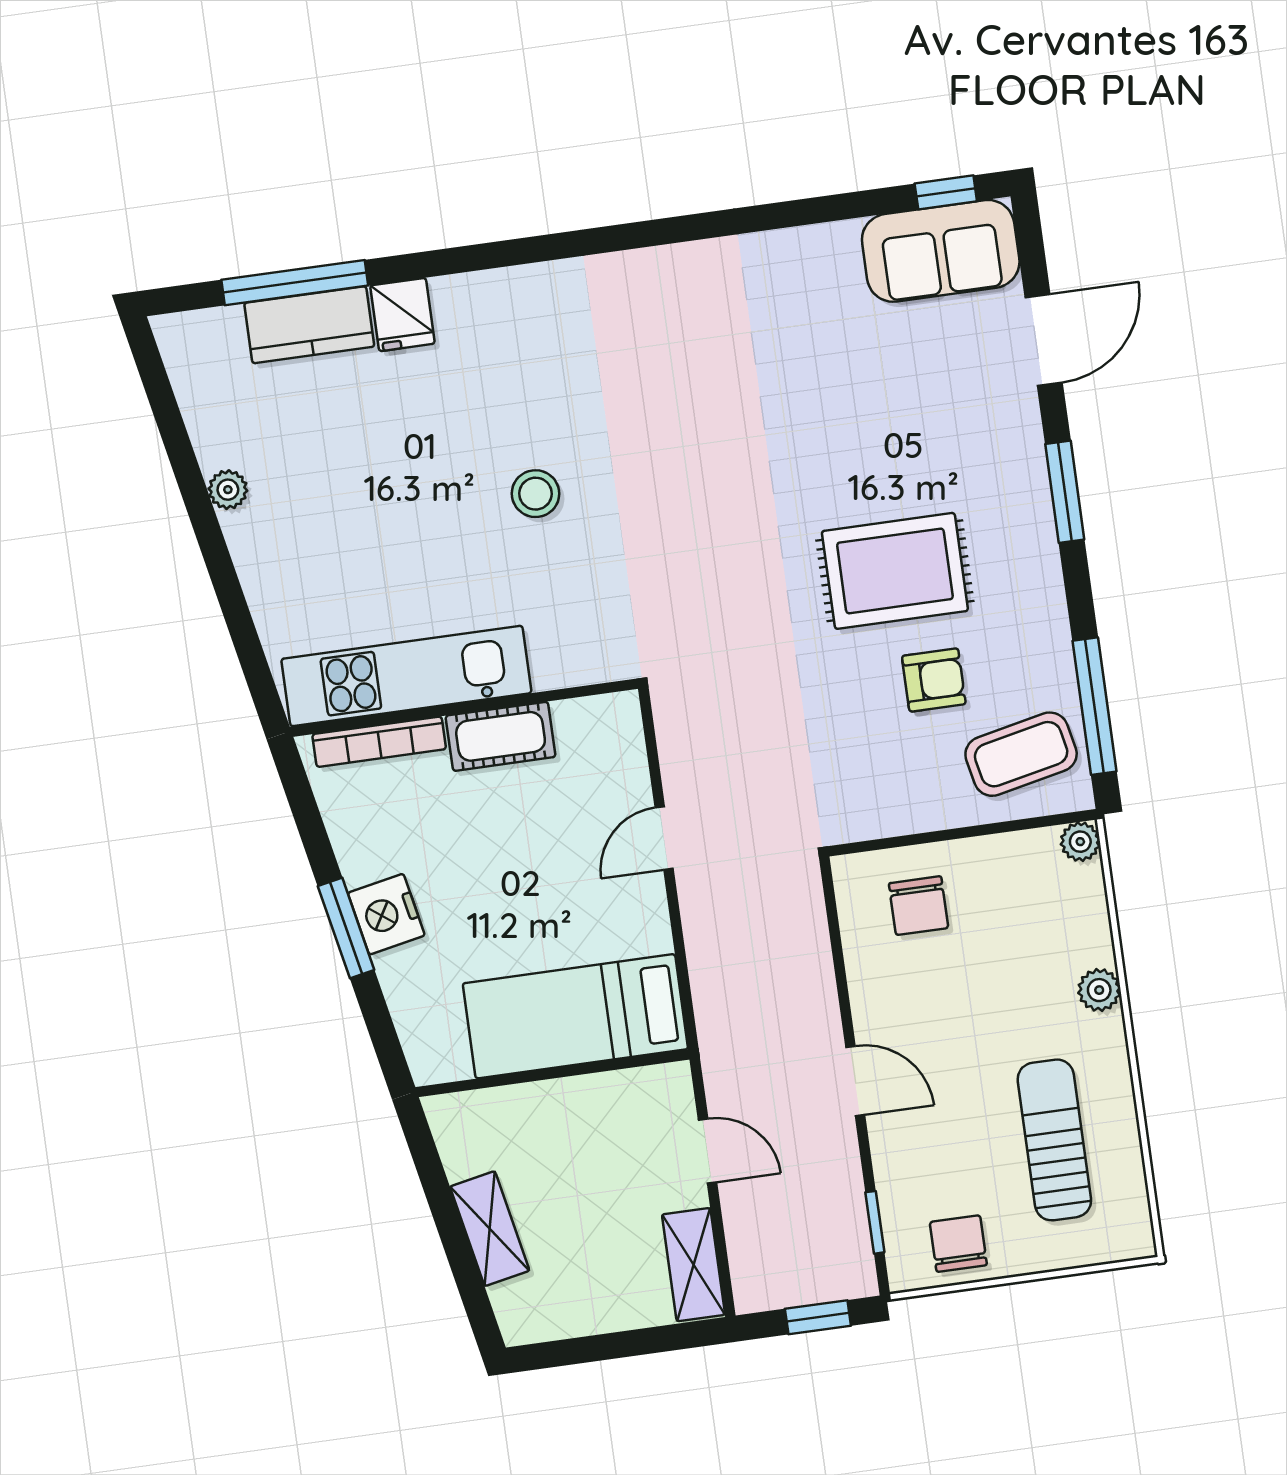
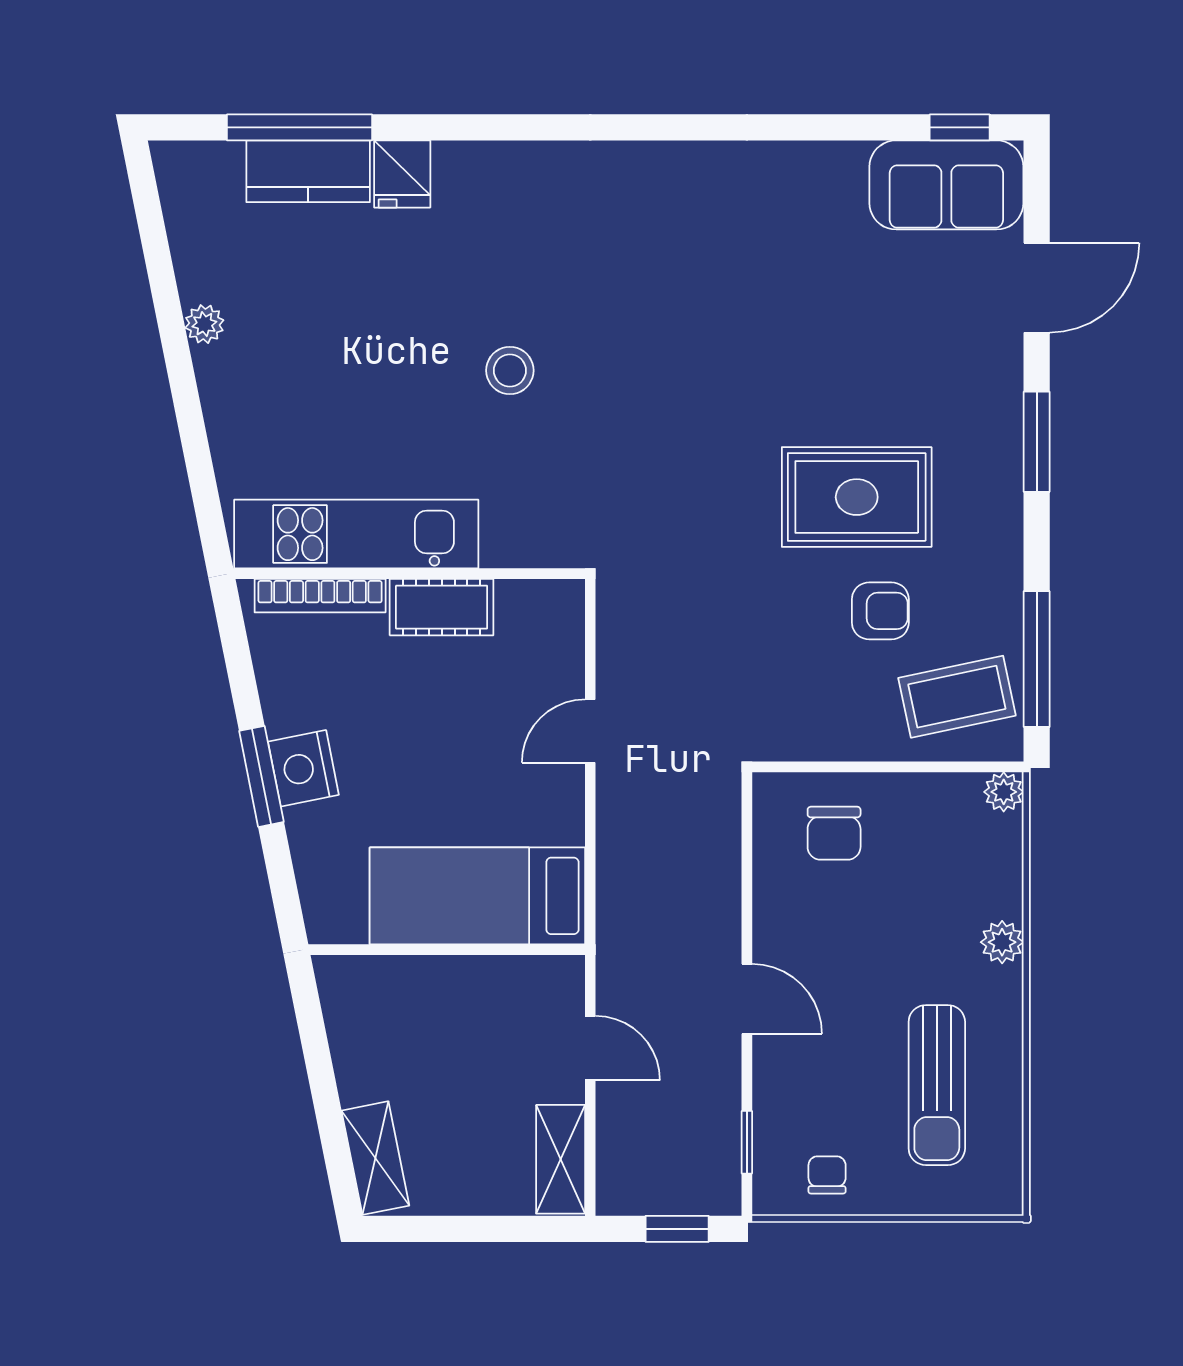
sun lounger: (1054, 1140) -> (937, 1085), turned 180
shelving: (490, 1229) -> (375, 1158), moved
chair: (958, 1244) -> (827, 1175), width x0.73, depth x0.73

